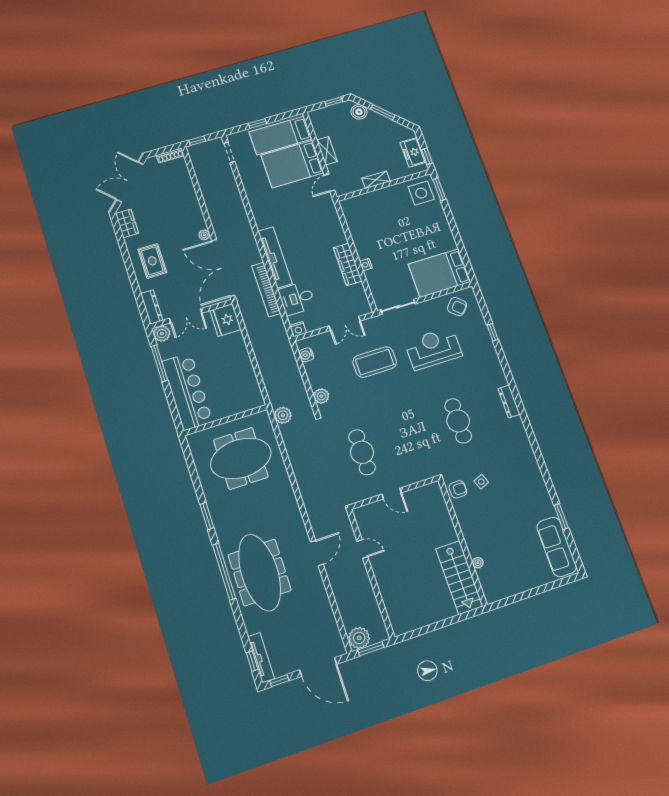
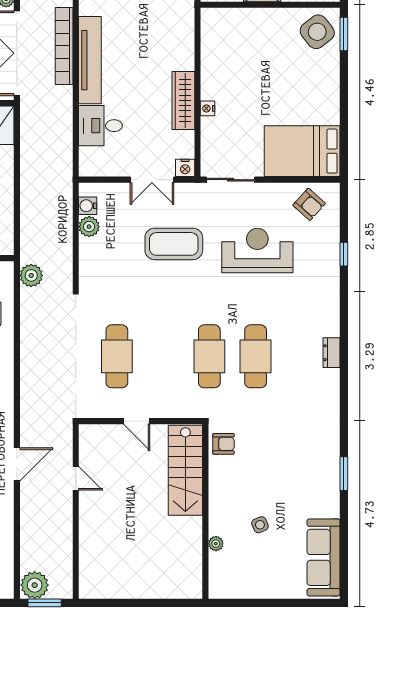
side table: (421, 193) -> (317, 32), turned -38
bookcase: (266, 290) -> (64, 46), moved
nightstand: (298, 329) -> (185, 168), moved
plant: (321, 396) -> (89, 227), moved
dresser: (509, 402) -> (332, 353), width x0.70
cafe table: (426, 431) -> (209, 356), added
side table: (481, 482) -> (260, 525), moved
window: (561, 516) -> (344, 474), moved
stairs: (459, 577) -> (185, 470), moved

